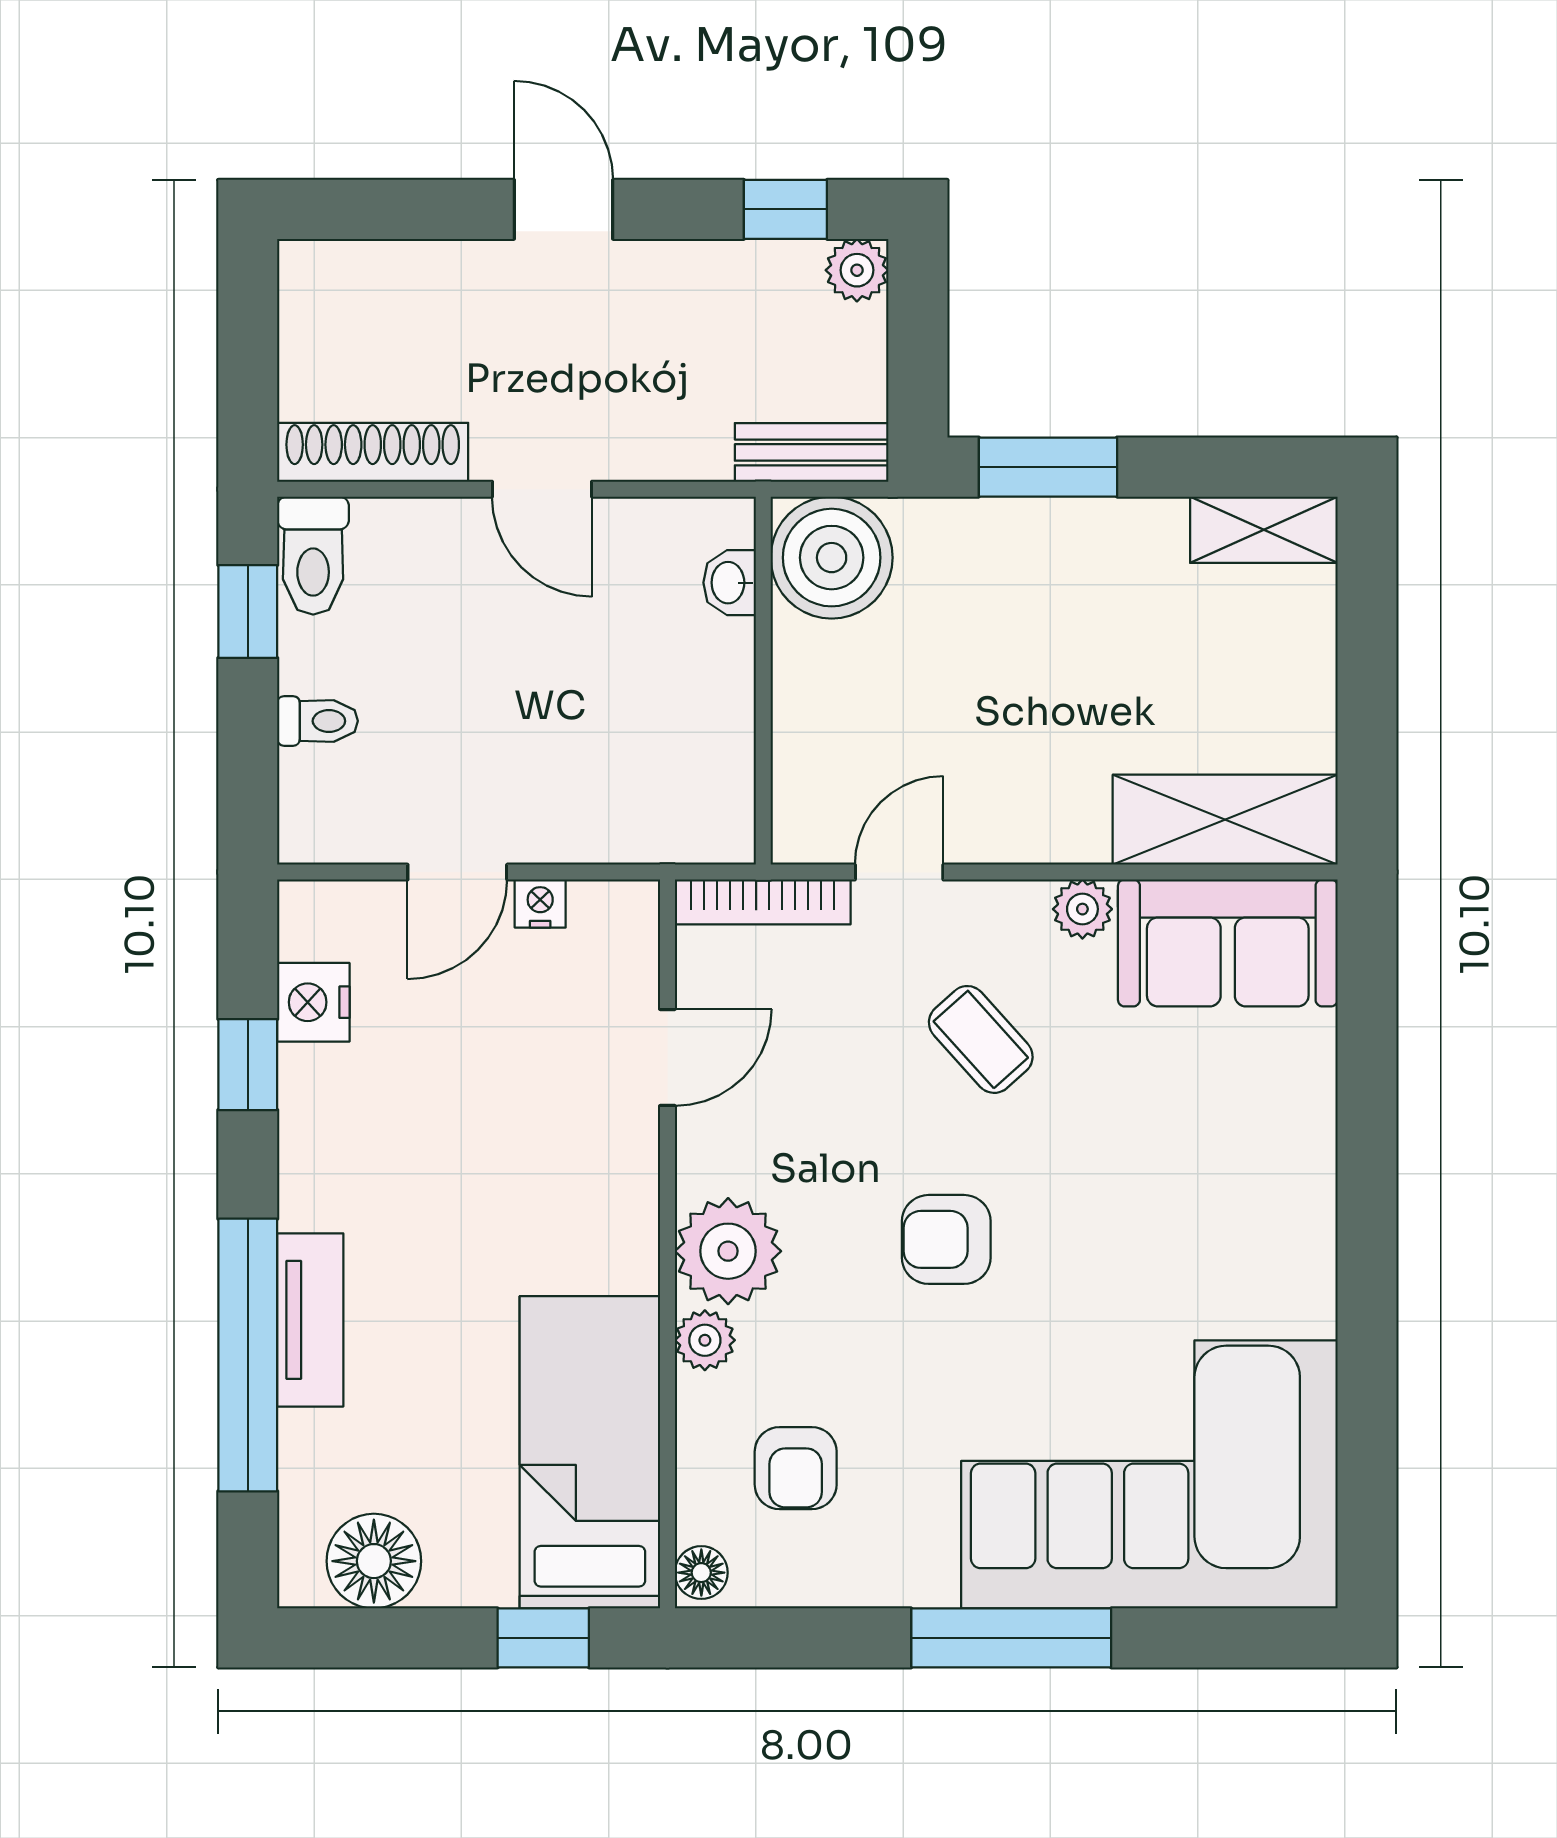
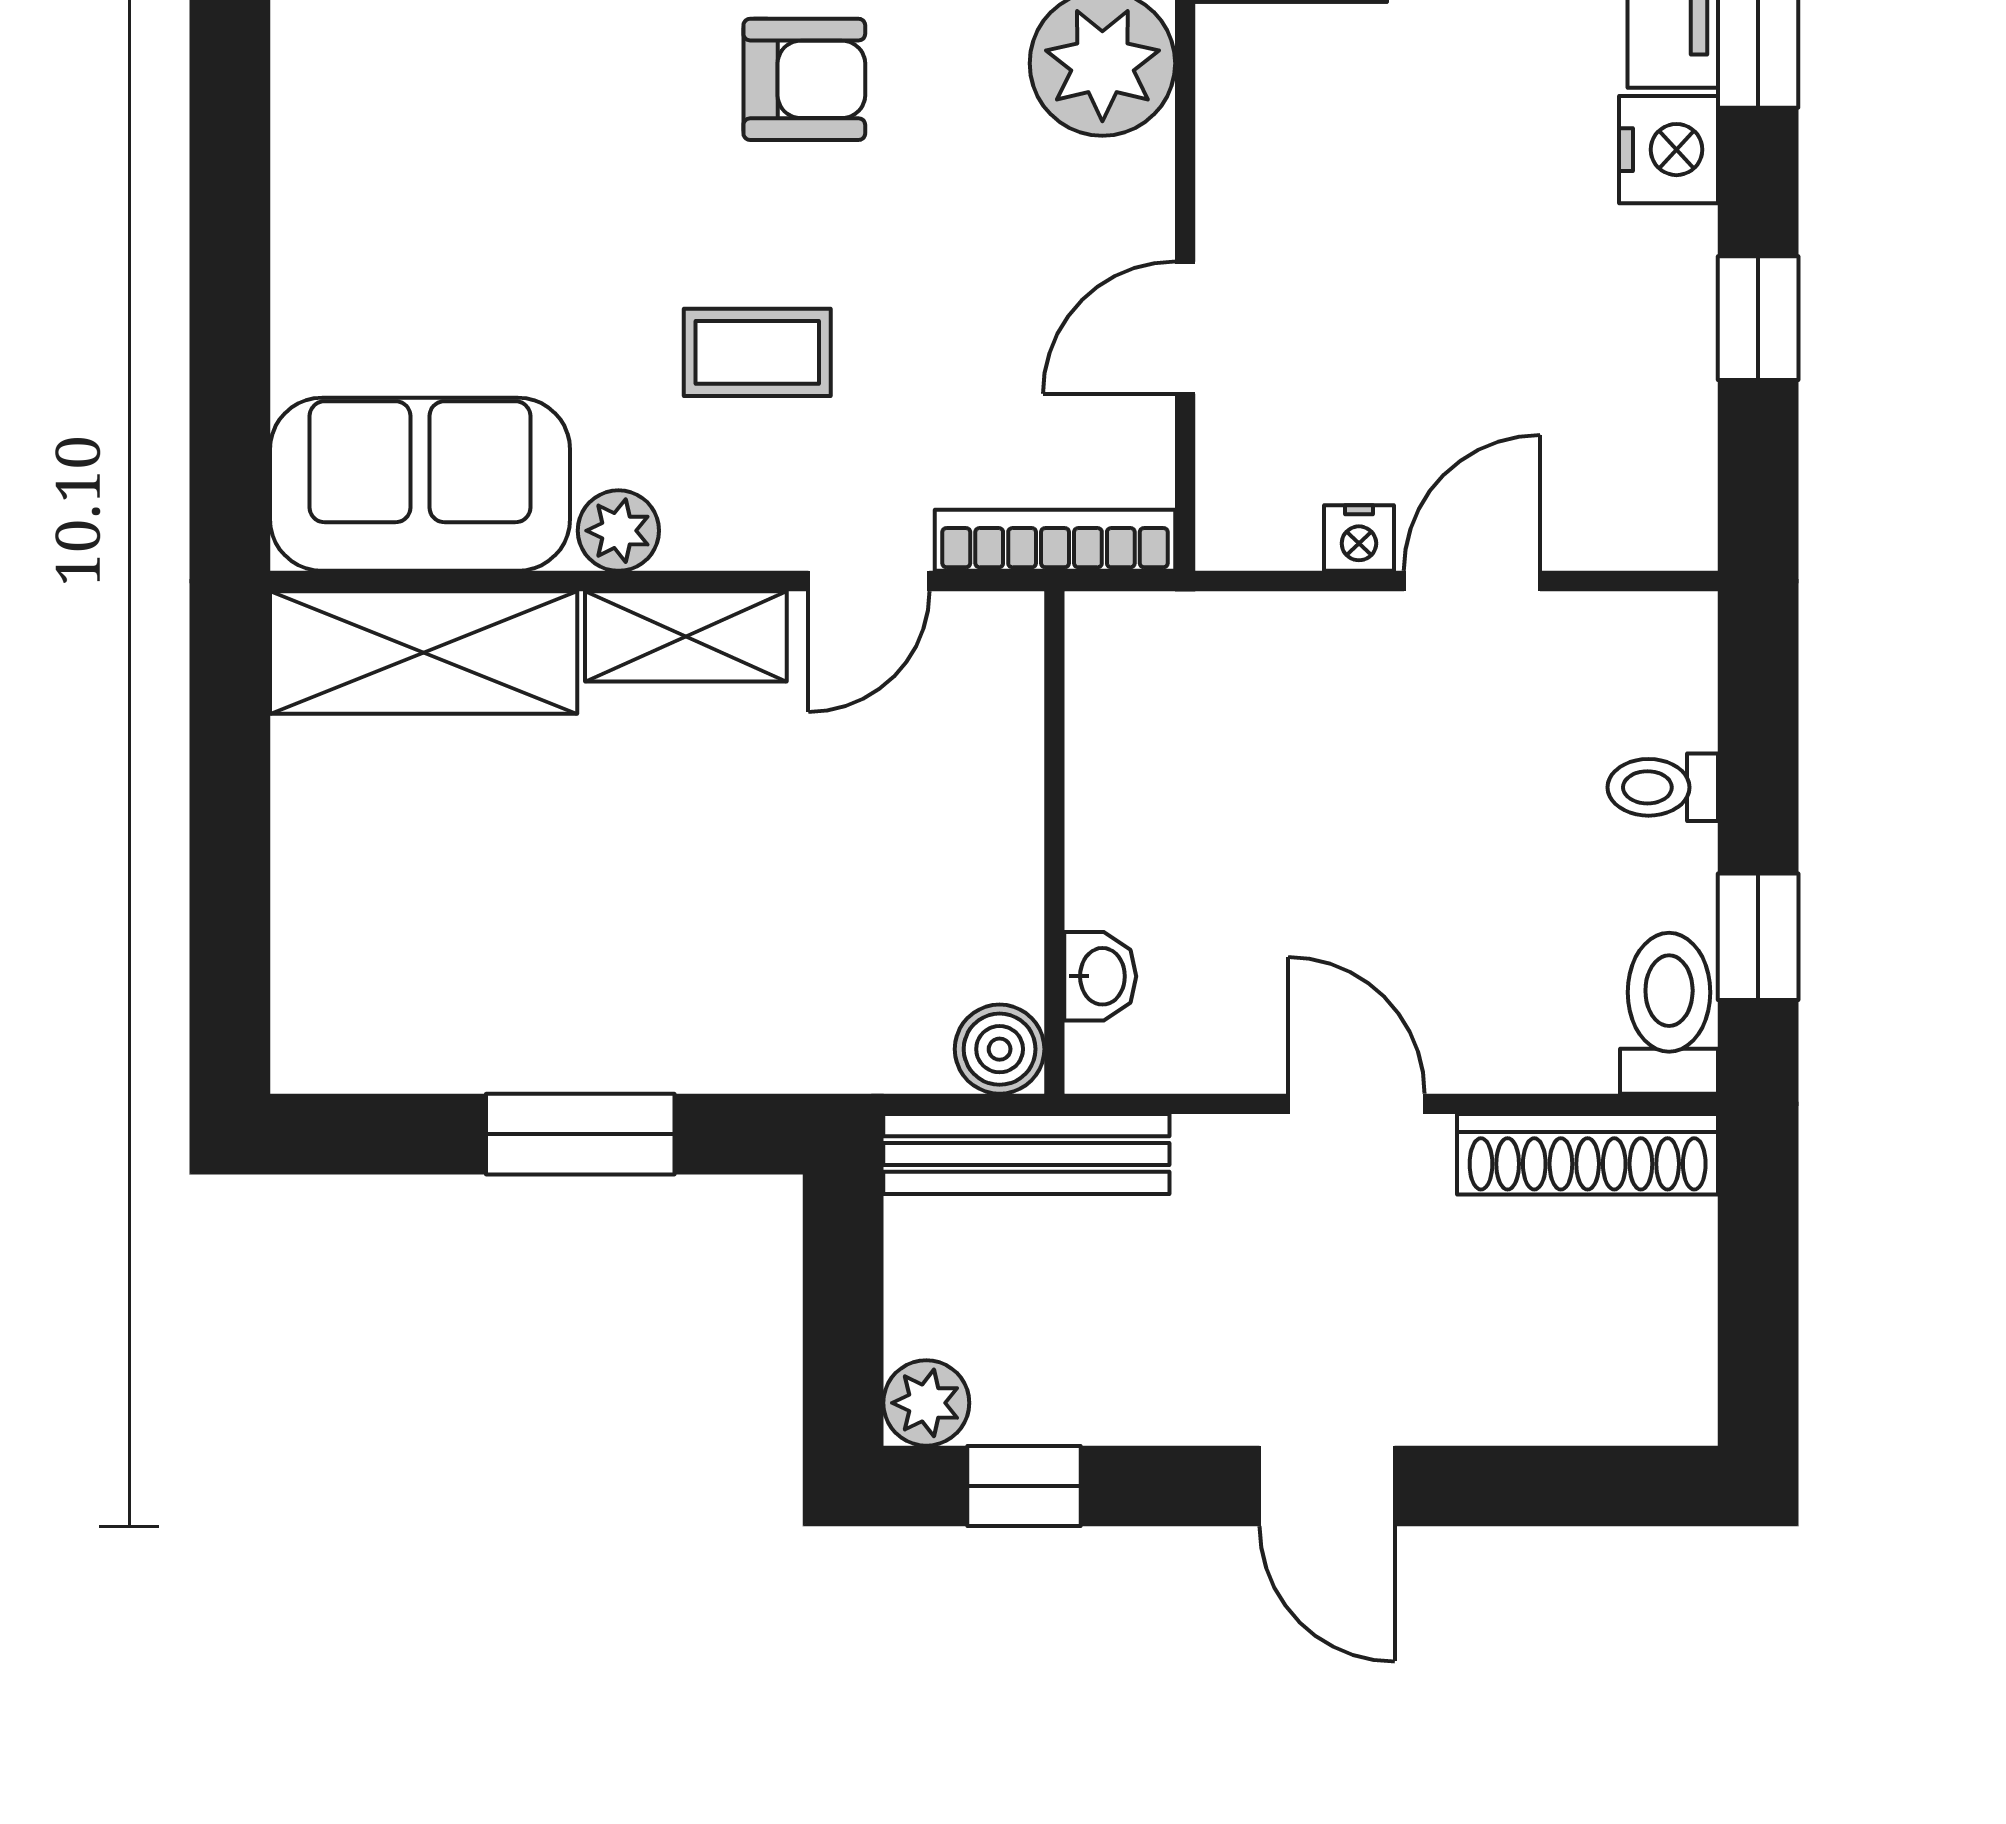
bench: (812, 452) -> (1026, 1154), width x1.36
window: (1048, 467) -> (580, 1134), moved
shelving: (1264, 530) -> (686, 636), moved
boiler: (832, 558) -> (1000, 1049), width x0.54, depth x0.54
nightstand: (313, 1002) -> (1669, 150), moved
coffee table: (981, 1039) -> (757, 352), turned -48

